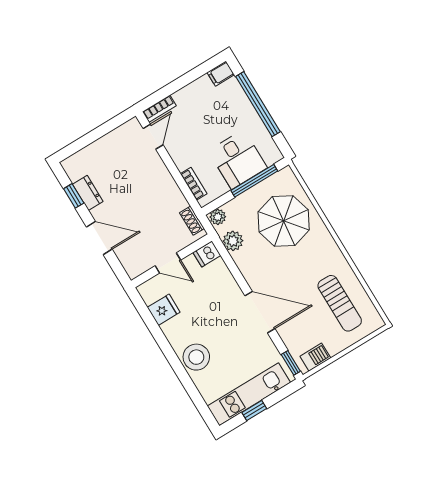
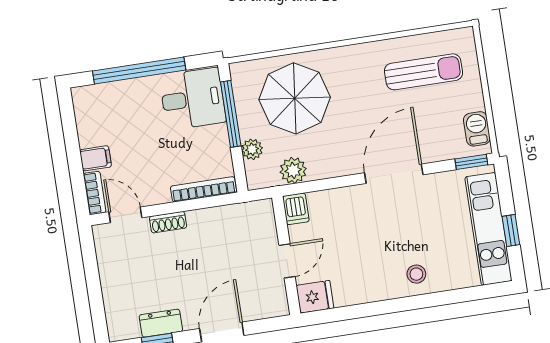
filing cabinet: (221, 74) -> (96, 158), moved, turned -90
desk: (238, 159) -> (193, 99), moved
bookcase: (194, 184) -> (203, 189), width x1.56
plant: (218, 217) -> (252, 149), moved
shoe rack: (192, 221) -> (168, 222), moved
fridge: (164, 310) -> (315, 297), moved, turned 90
stool: (196, 357) -> (416, 274), width x0.53, depth x0.53

